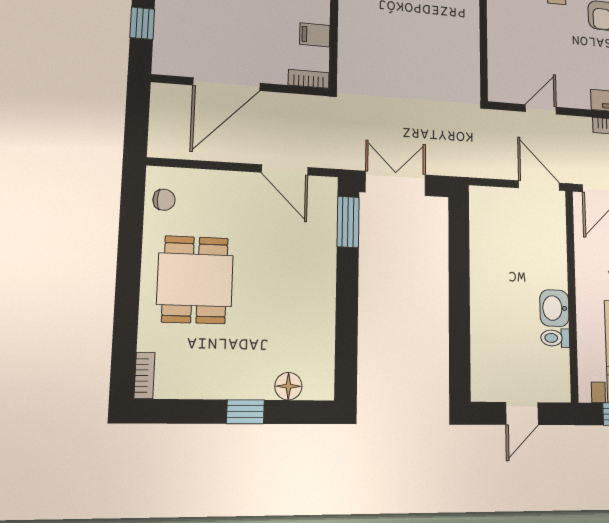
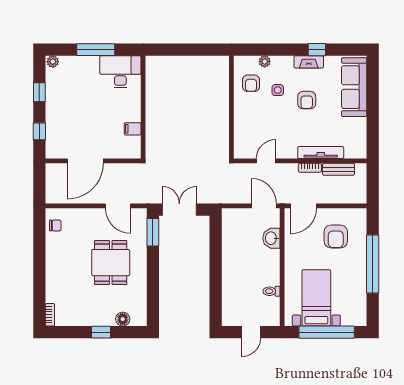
bookcase: (309, 79) -> (130, 154), removed
dining table: (195, 280) -> (111, 263), moved
washbasin: (554, 308) -> (271, 238), moved

